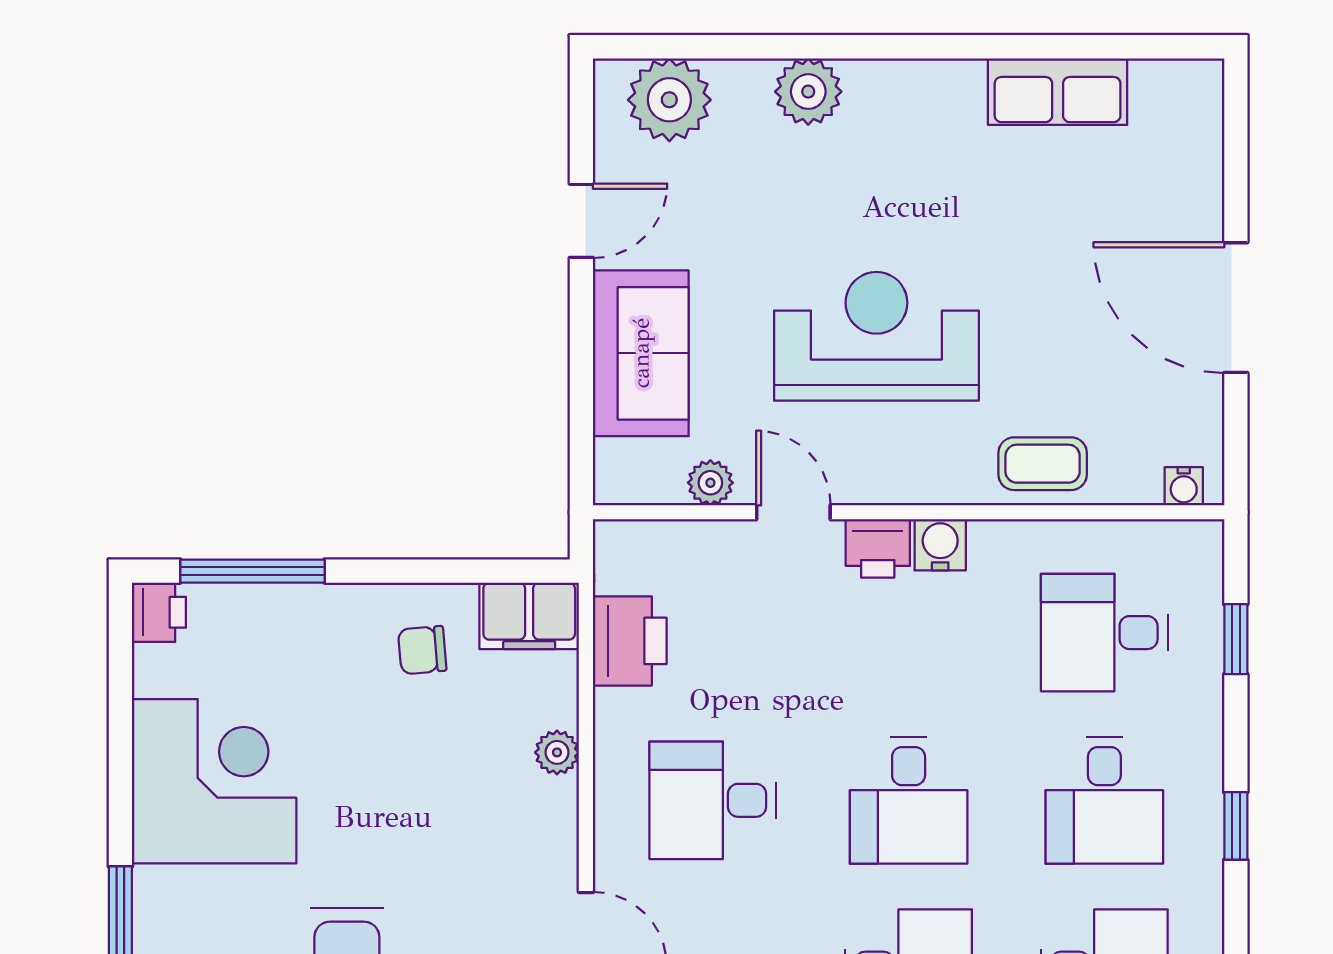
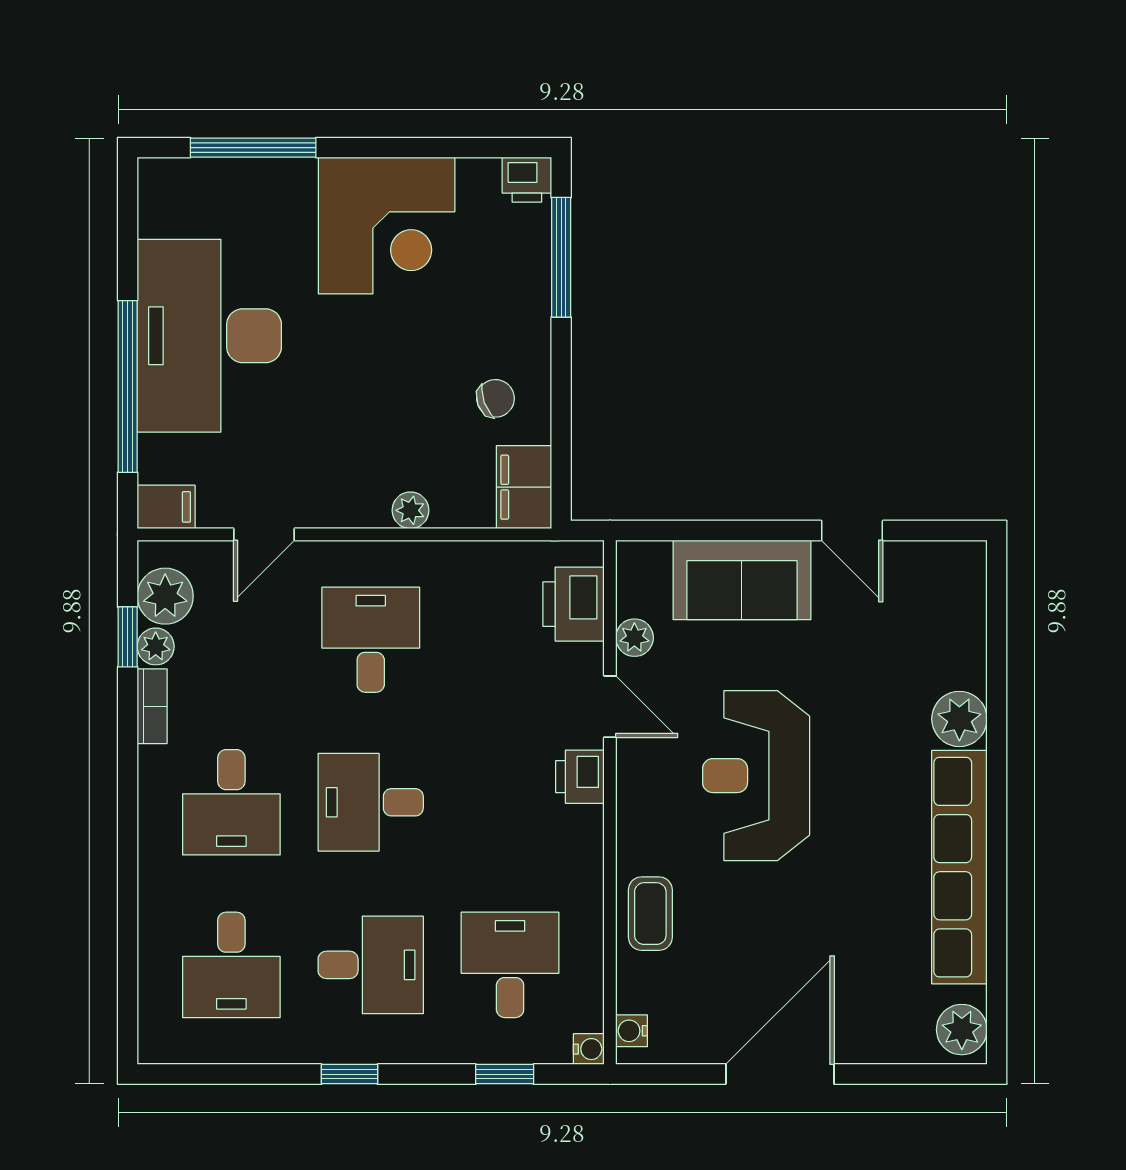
row of seats: (1058, 92) -> (959, 867), width x2.02
plant: (669, 100) -> (962, 1030), moved, width x0.73, depth x0.73
reception desk: (876, 336) -> (756, 776), turned 180
door: (793, 512) -> (610, 707), hinge flipped
water cooler: (940, 545) -> (589, 1049), moved, width x0.72, depth x0.72
printer: (630, 641) -> (574, 604), moved, turned 90
chair: (422, 650) -> (496, 398), turned 75
desk: (1104, 800) -> (371, 965), turned 180

